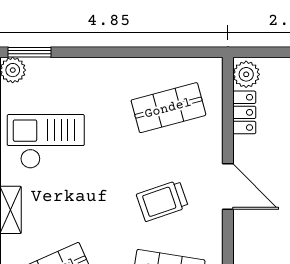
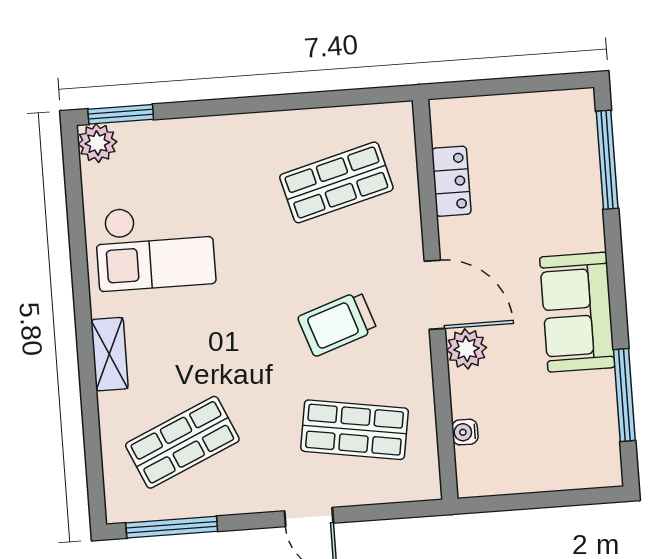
plant: (246, 74) -> (466, 349), moved
checkout: (46, 141) -> (155, 247), turned 180

